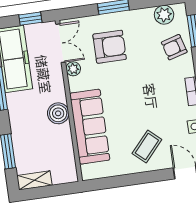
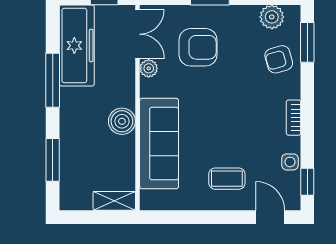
coffee table: (147, 147) -> (227, 179), turned 48
shelving: (34, 180) -> (114, 201), moved

